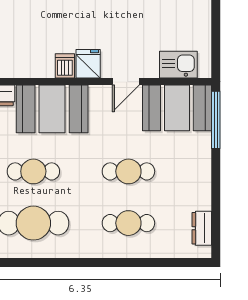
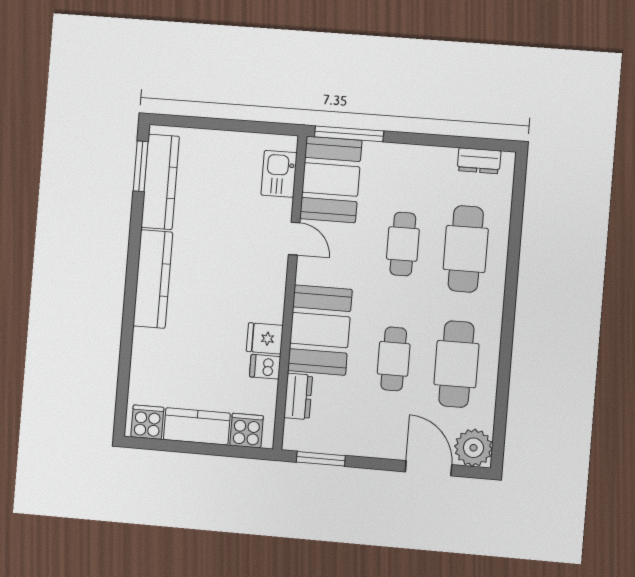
fridge: (88, 64) -> (265, 338), moved
dishwasher: (65, 66) -> (265, 367), moved
cafe table: (128, 223) -> (466, 249), width x1.37, depth x1.35

